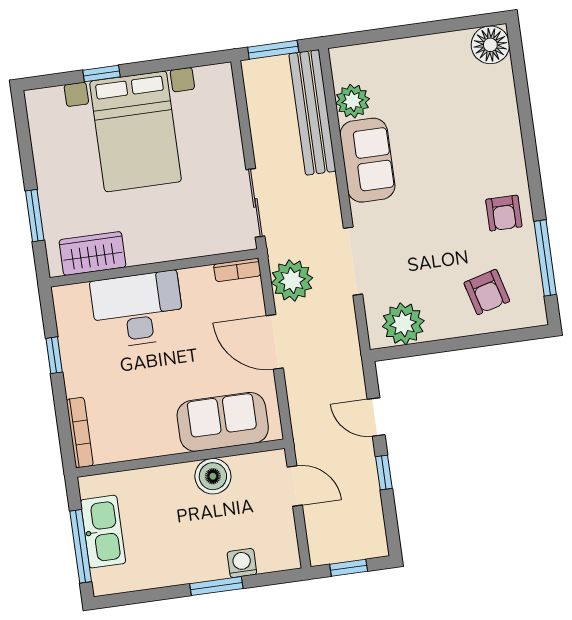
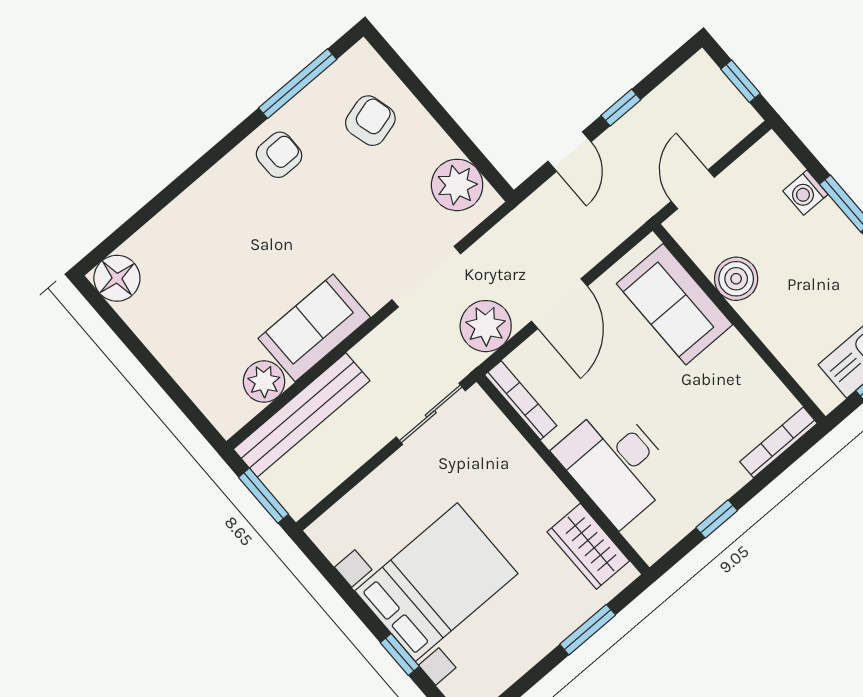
bookcase: (237, 270) -> (521, 400), width x1.56

